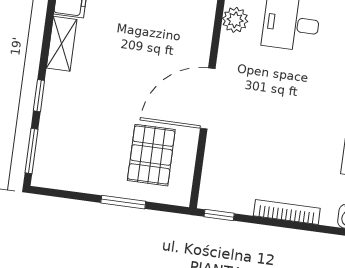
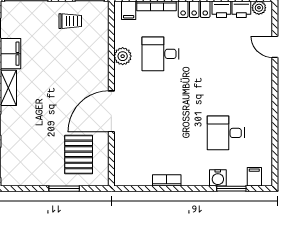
bookcase: (287, 212) -> (167, 180), width x0.64
window: (219, 215) -> (130, 189), removed

